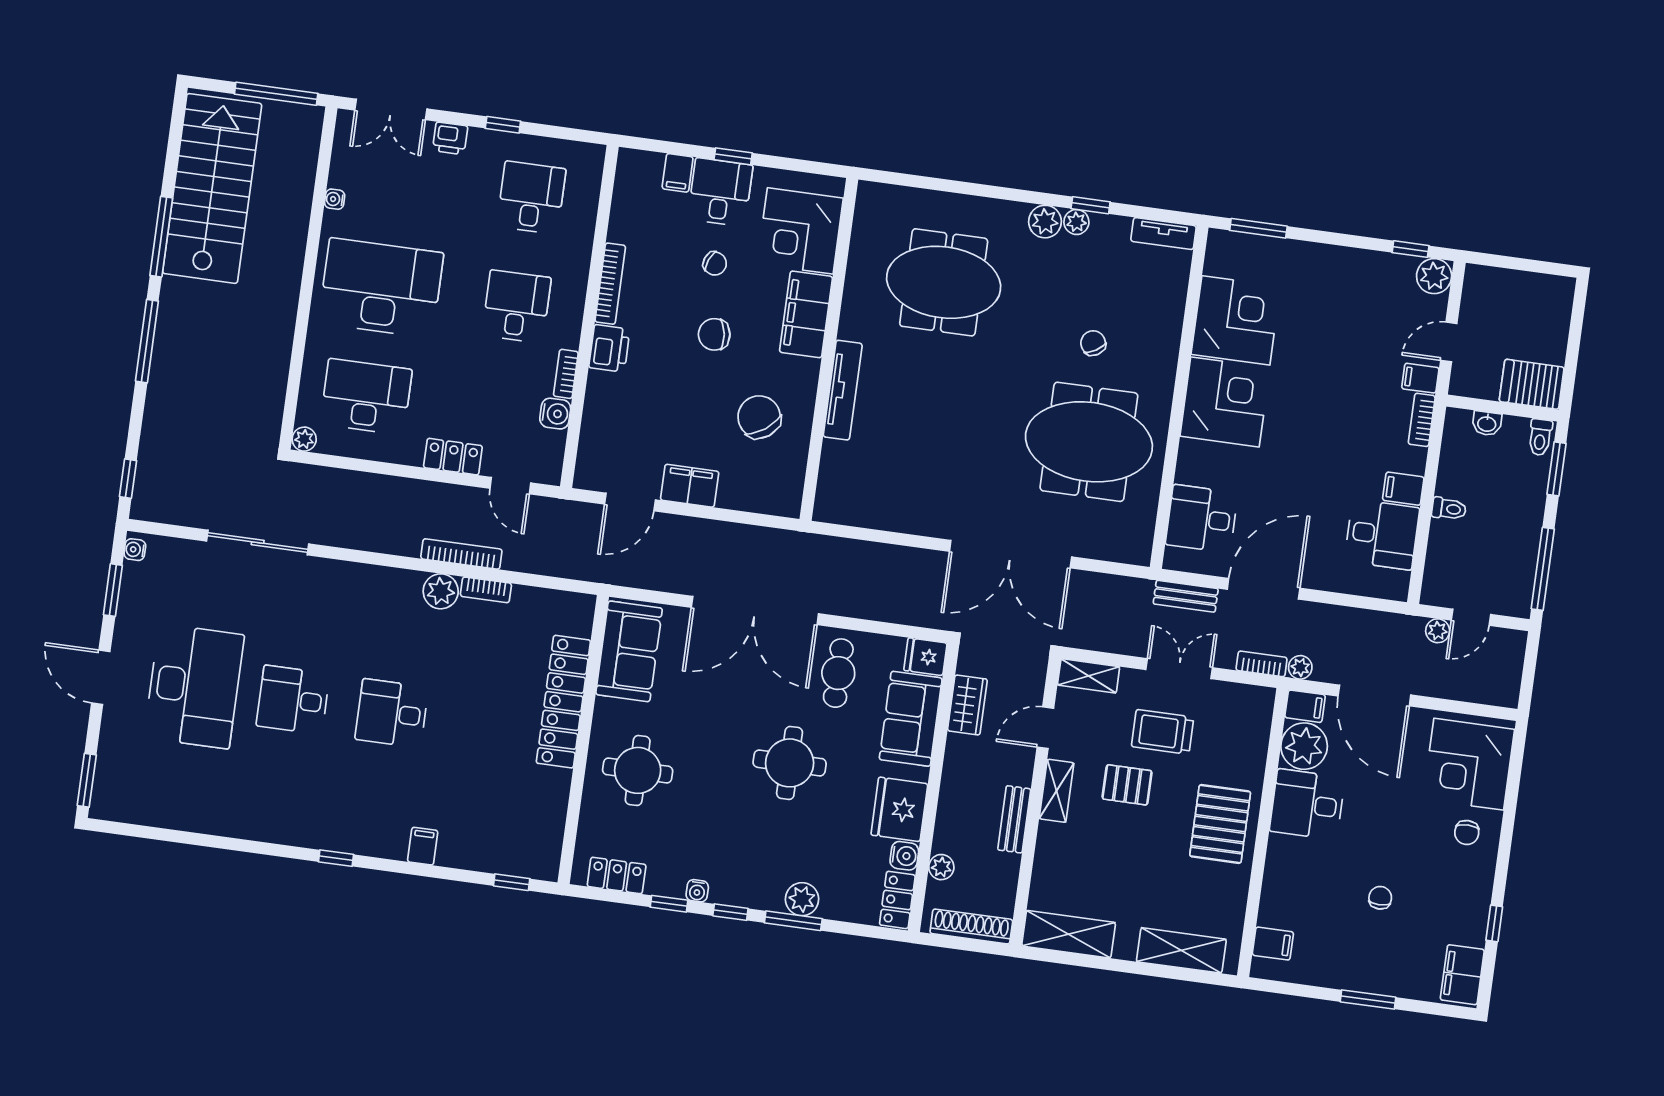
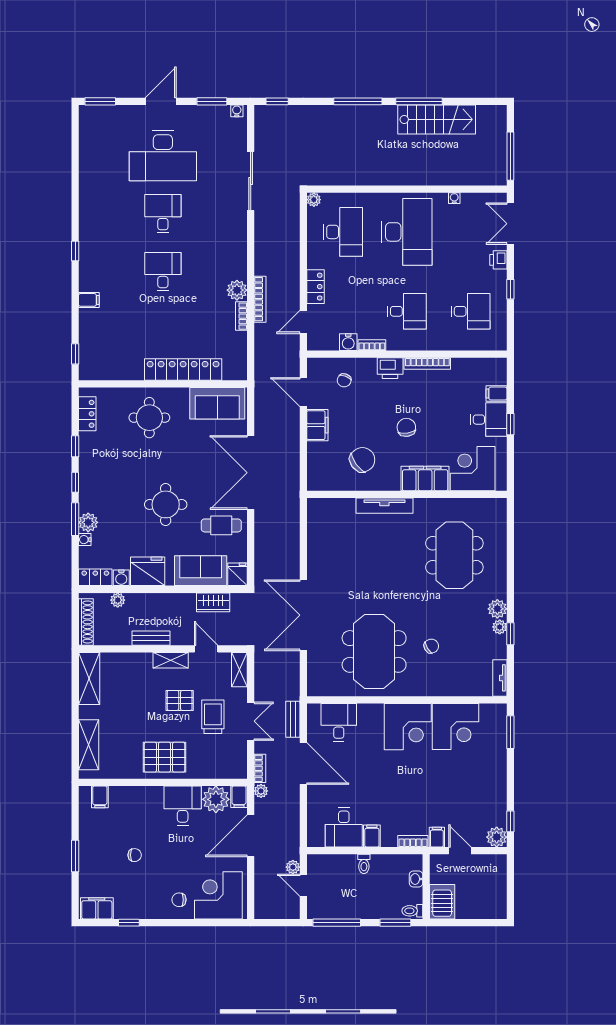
stairs: (212, 188) -> (437, 119), width x0.73, depth x0.66
chair: (715, 264) -> (344, 380), moved
pallet: (1127, 785) -> (180, 700), turned 90
water cooler: (697, 891) -> (85, 540), moved

